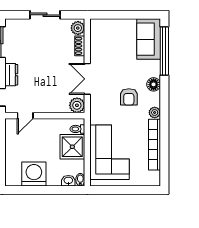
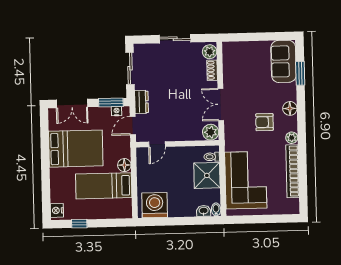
window: (164, 51) -> (300, 73), width x0.47
armchair: (129, 97) -> (264, 122), turned 90
washing machine: (34, 174) -> (155, 205), moved

